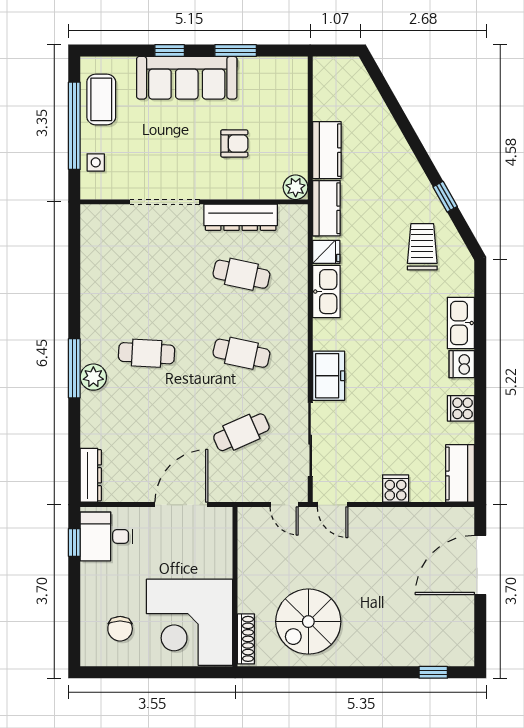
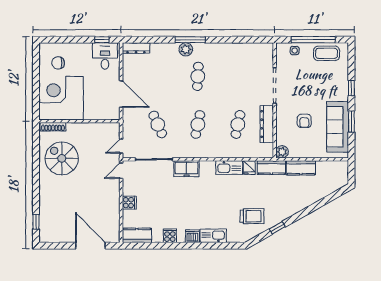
sofa: (187, 78) -> (338, 127), moved

